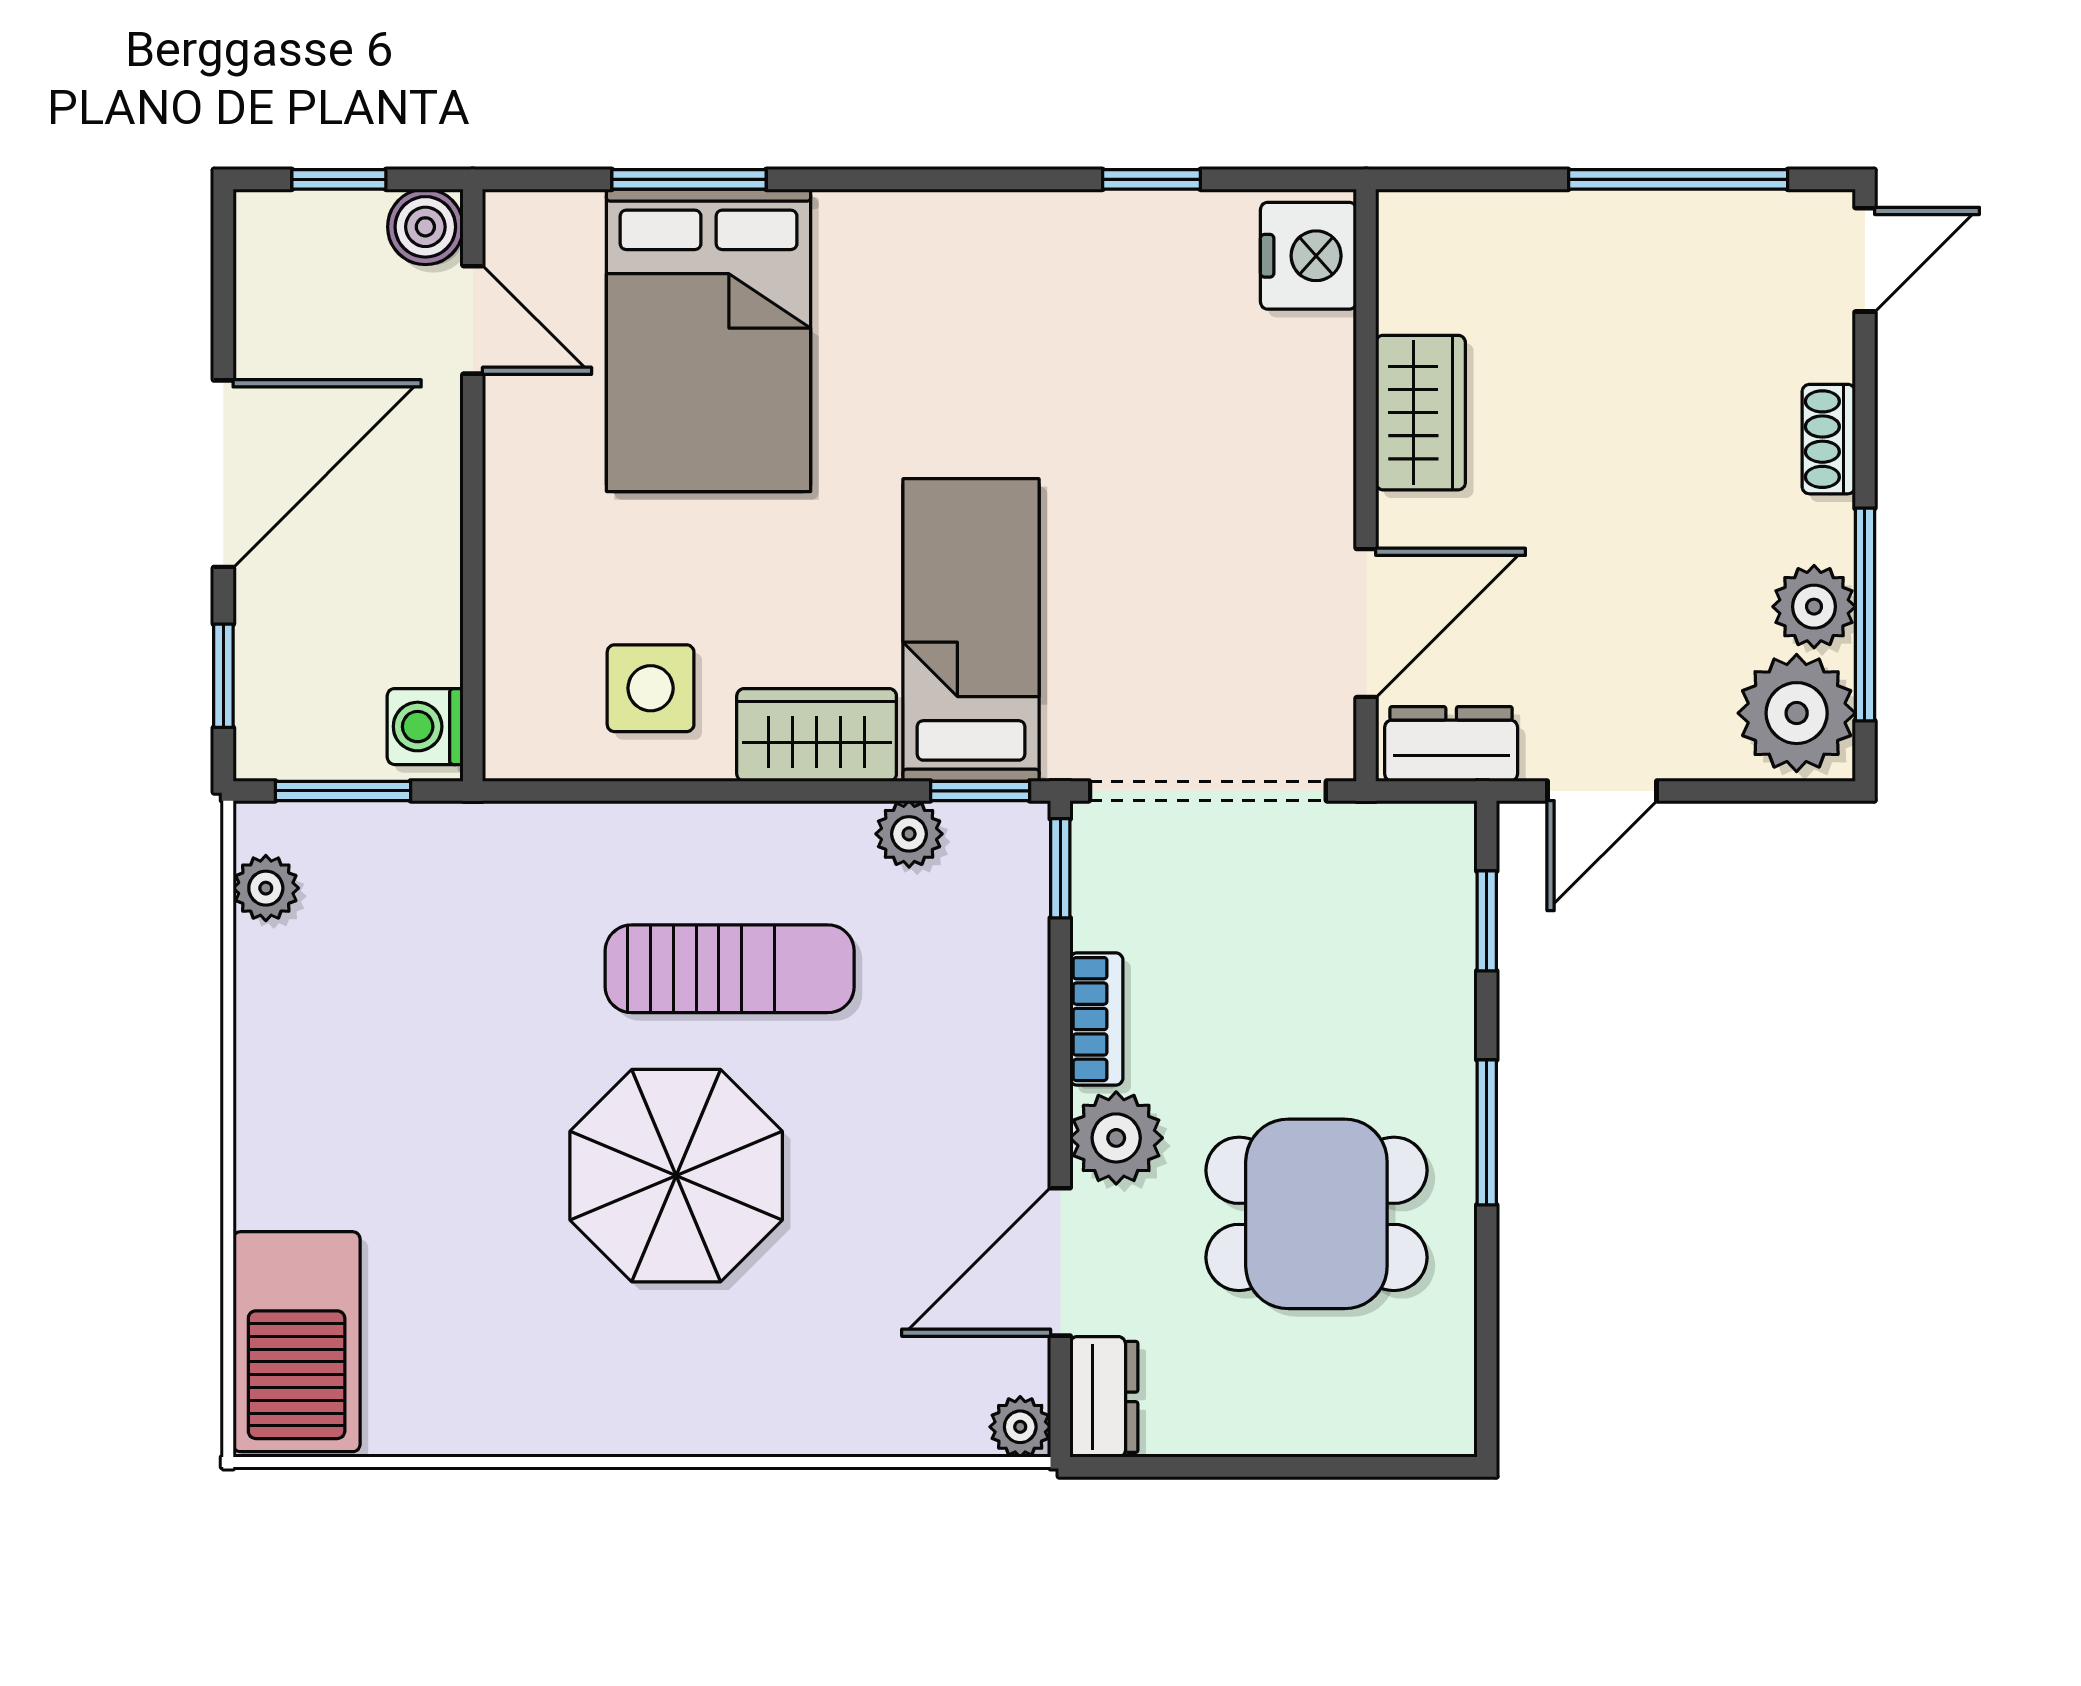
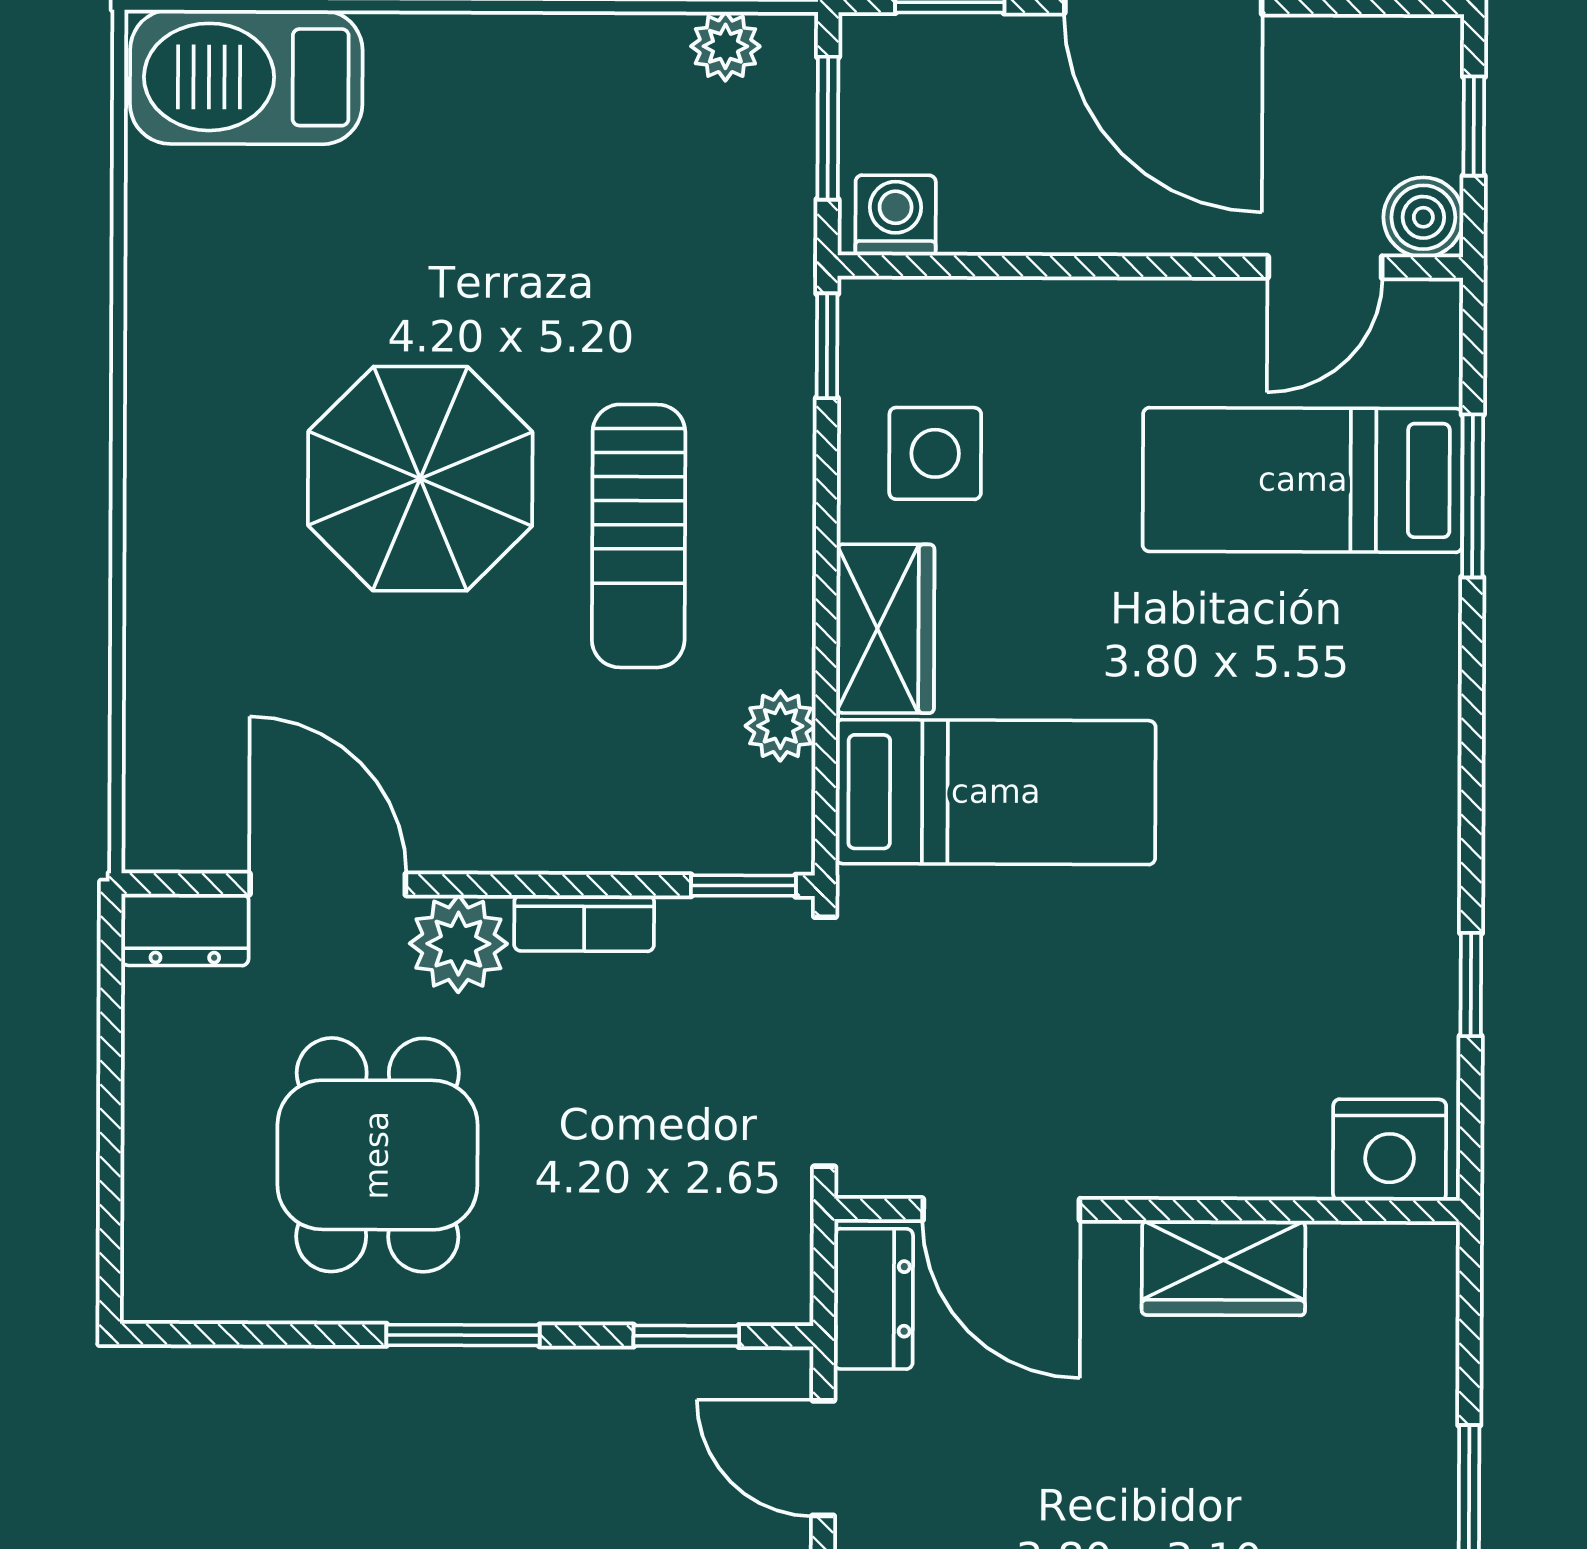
bed: (709, 340) -> (1303, 480), width x0.67
window: (980, 791) -> (827, 346), moved
plant: (1020, 1427) -> (154, 841), removed

